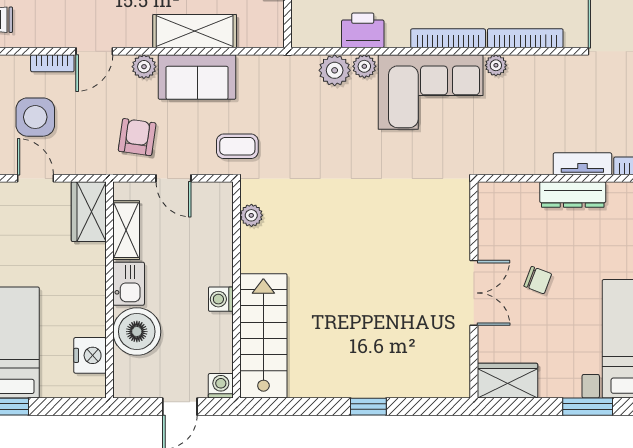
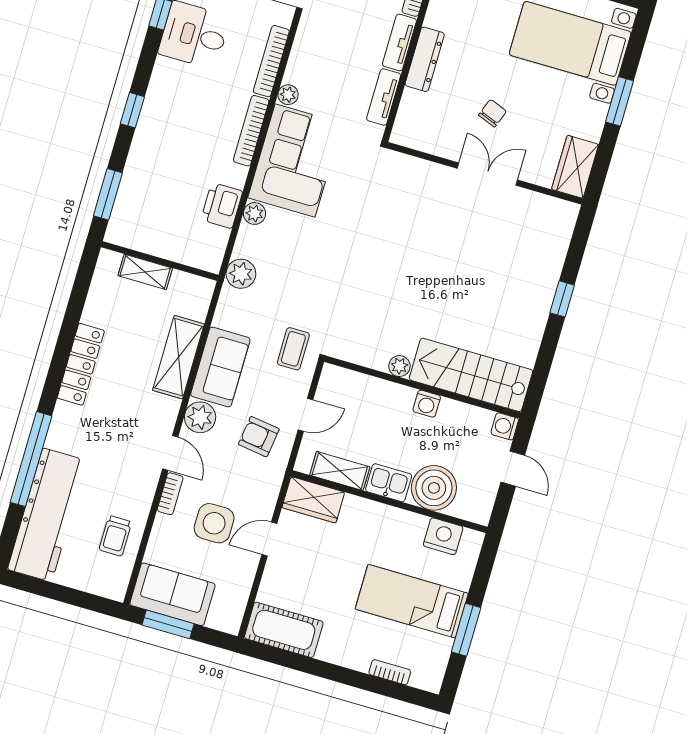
plant: (144, 67) -> (200, 417), width x1.38, depth x1.38
plant: (335, 70) -> (241, 274), moved
tv unit: (522, 164) -> (384, 97), added
plant: (251, 215) -> (399, 366), moved

